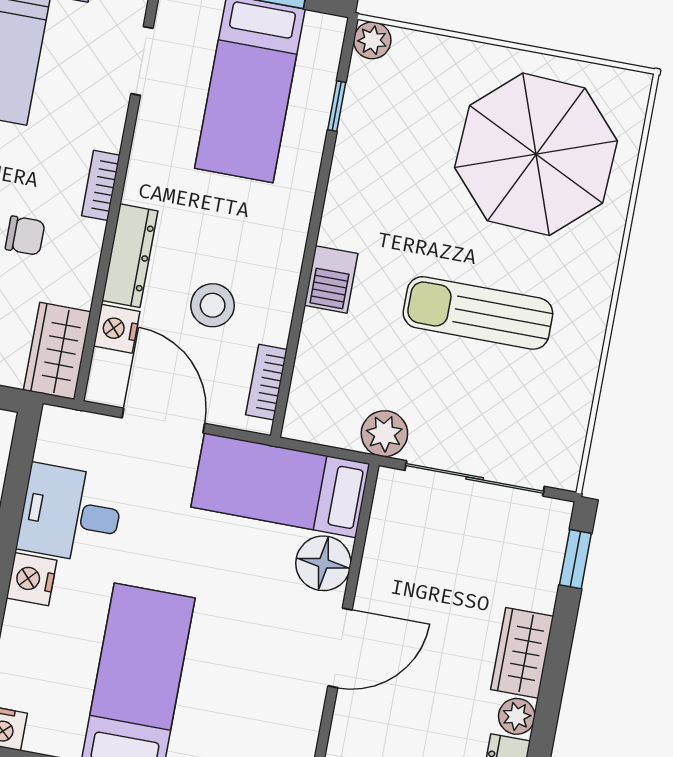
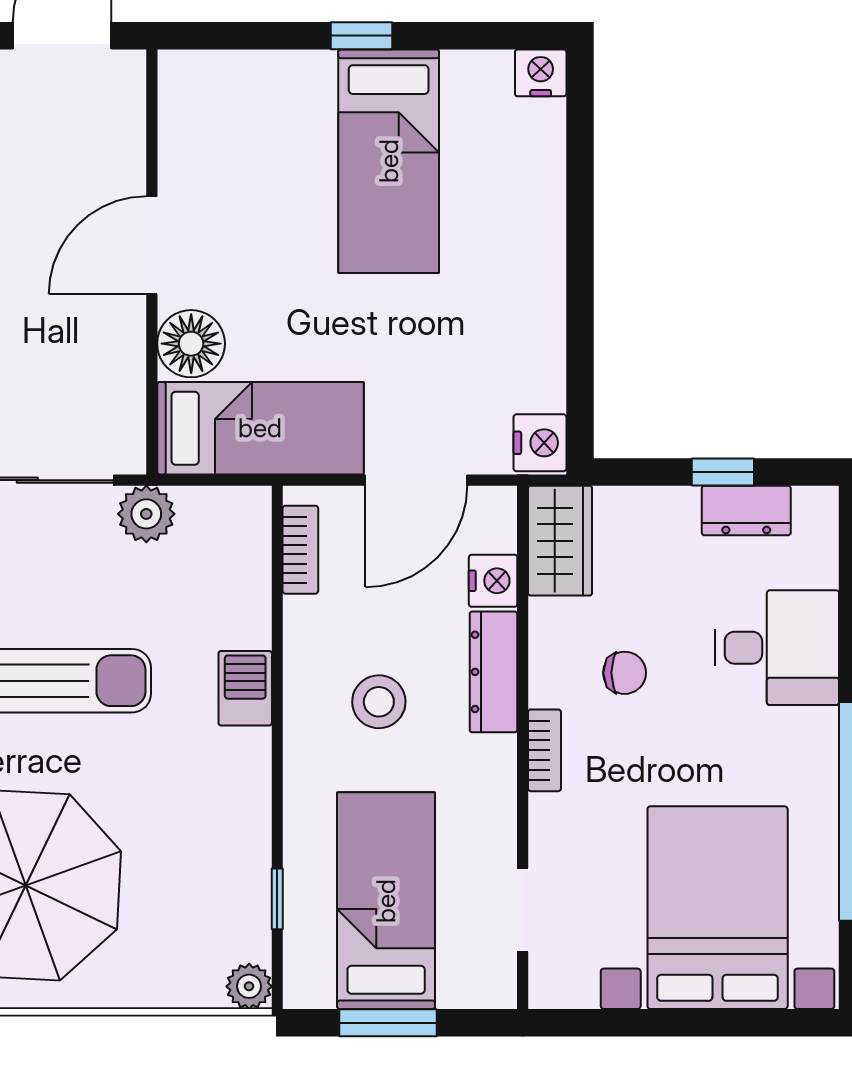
chair: (25, 236) -> (625, 673), turned 180
stool: (213, 305) -> (379, 702), moved
door: (163, 421) -> (416, 480), hinge flipped
desk: (71, 514) -> (507, 347), removed
nightstand: (32, 579) -> (540, 443), moved

